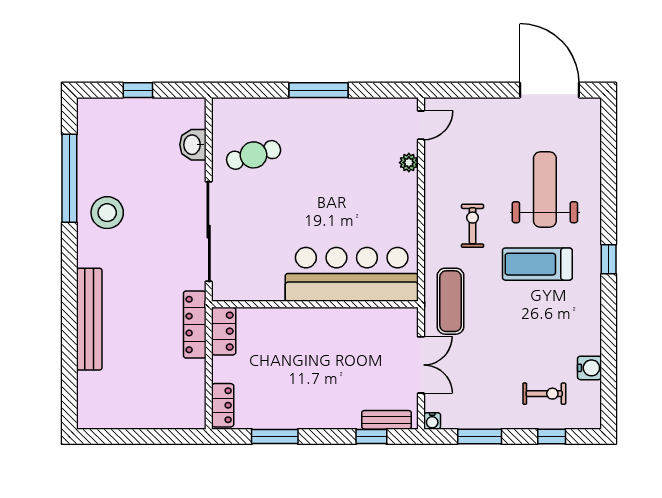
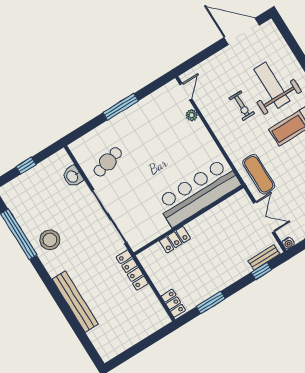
exercise bike: (473, 226) -> (242, 106), moved, turned 180
locker: (224, 331) -> (175, 240), moved, turned 90

